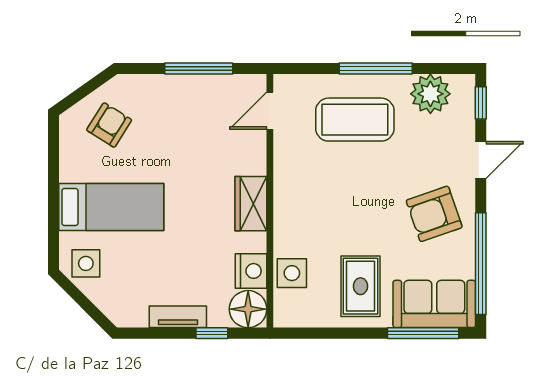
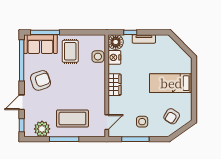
side table: (86, 263) -> (142, 122), moved

